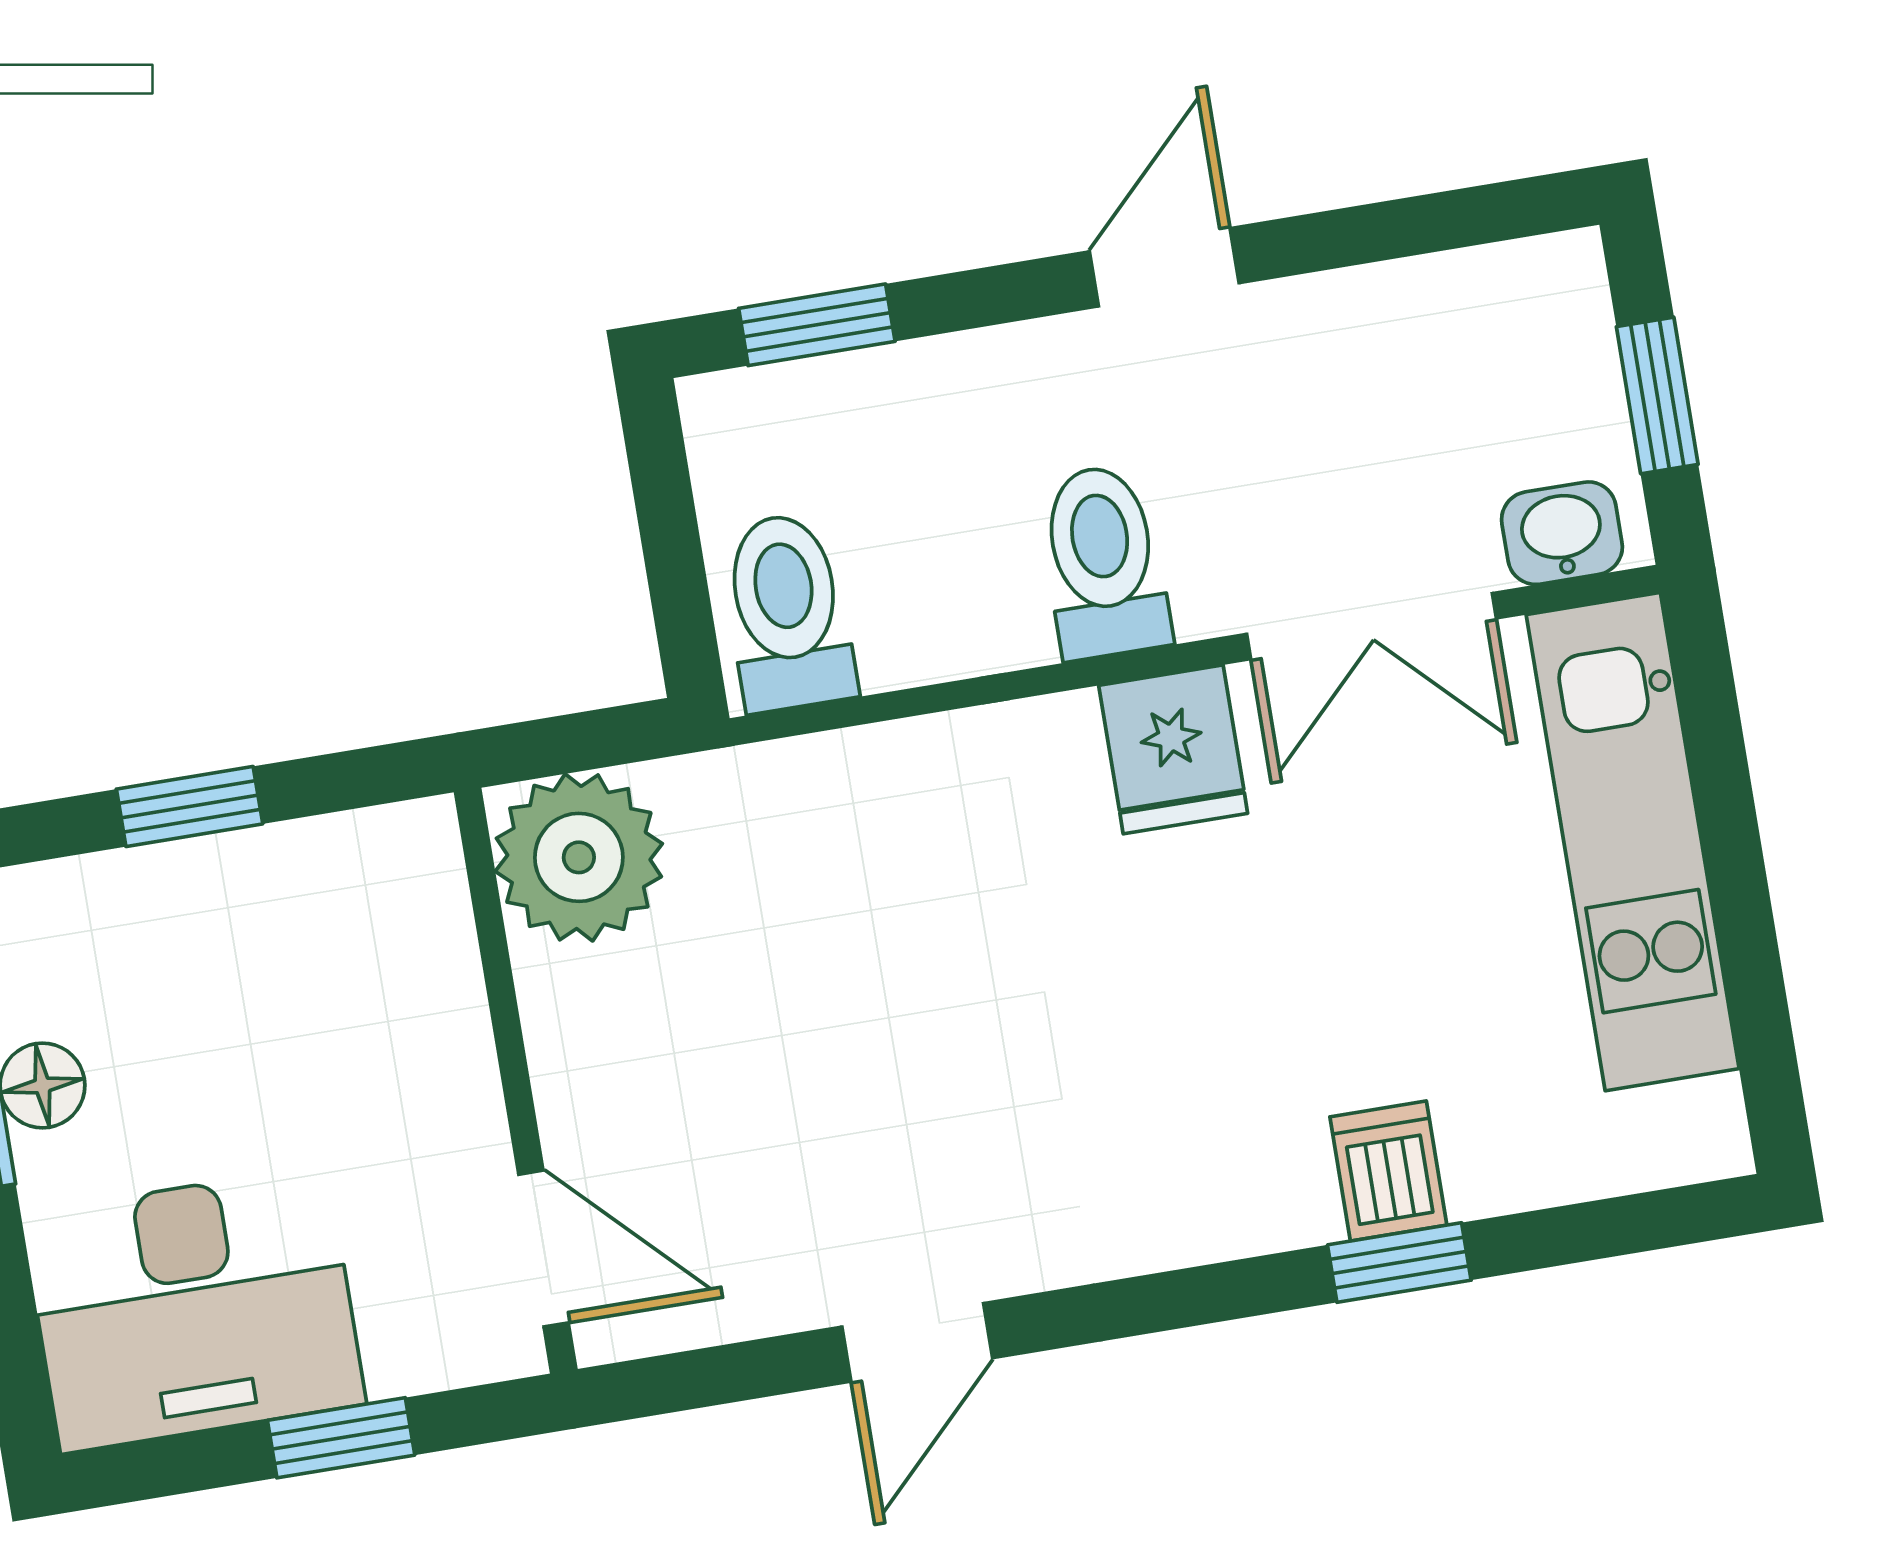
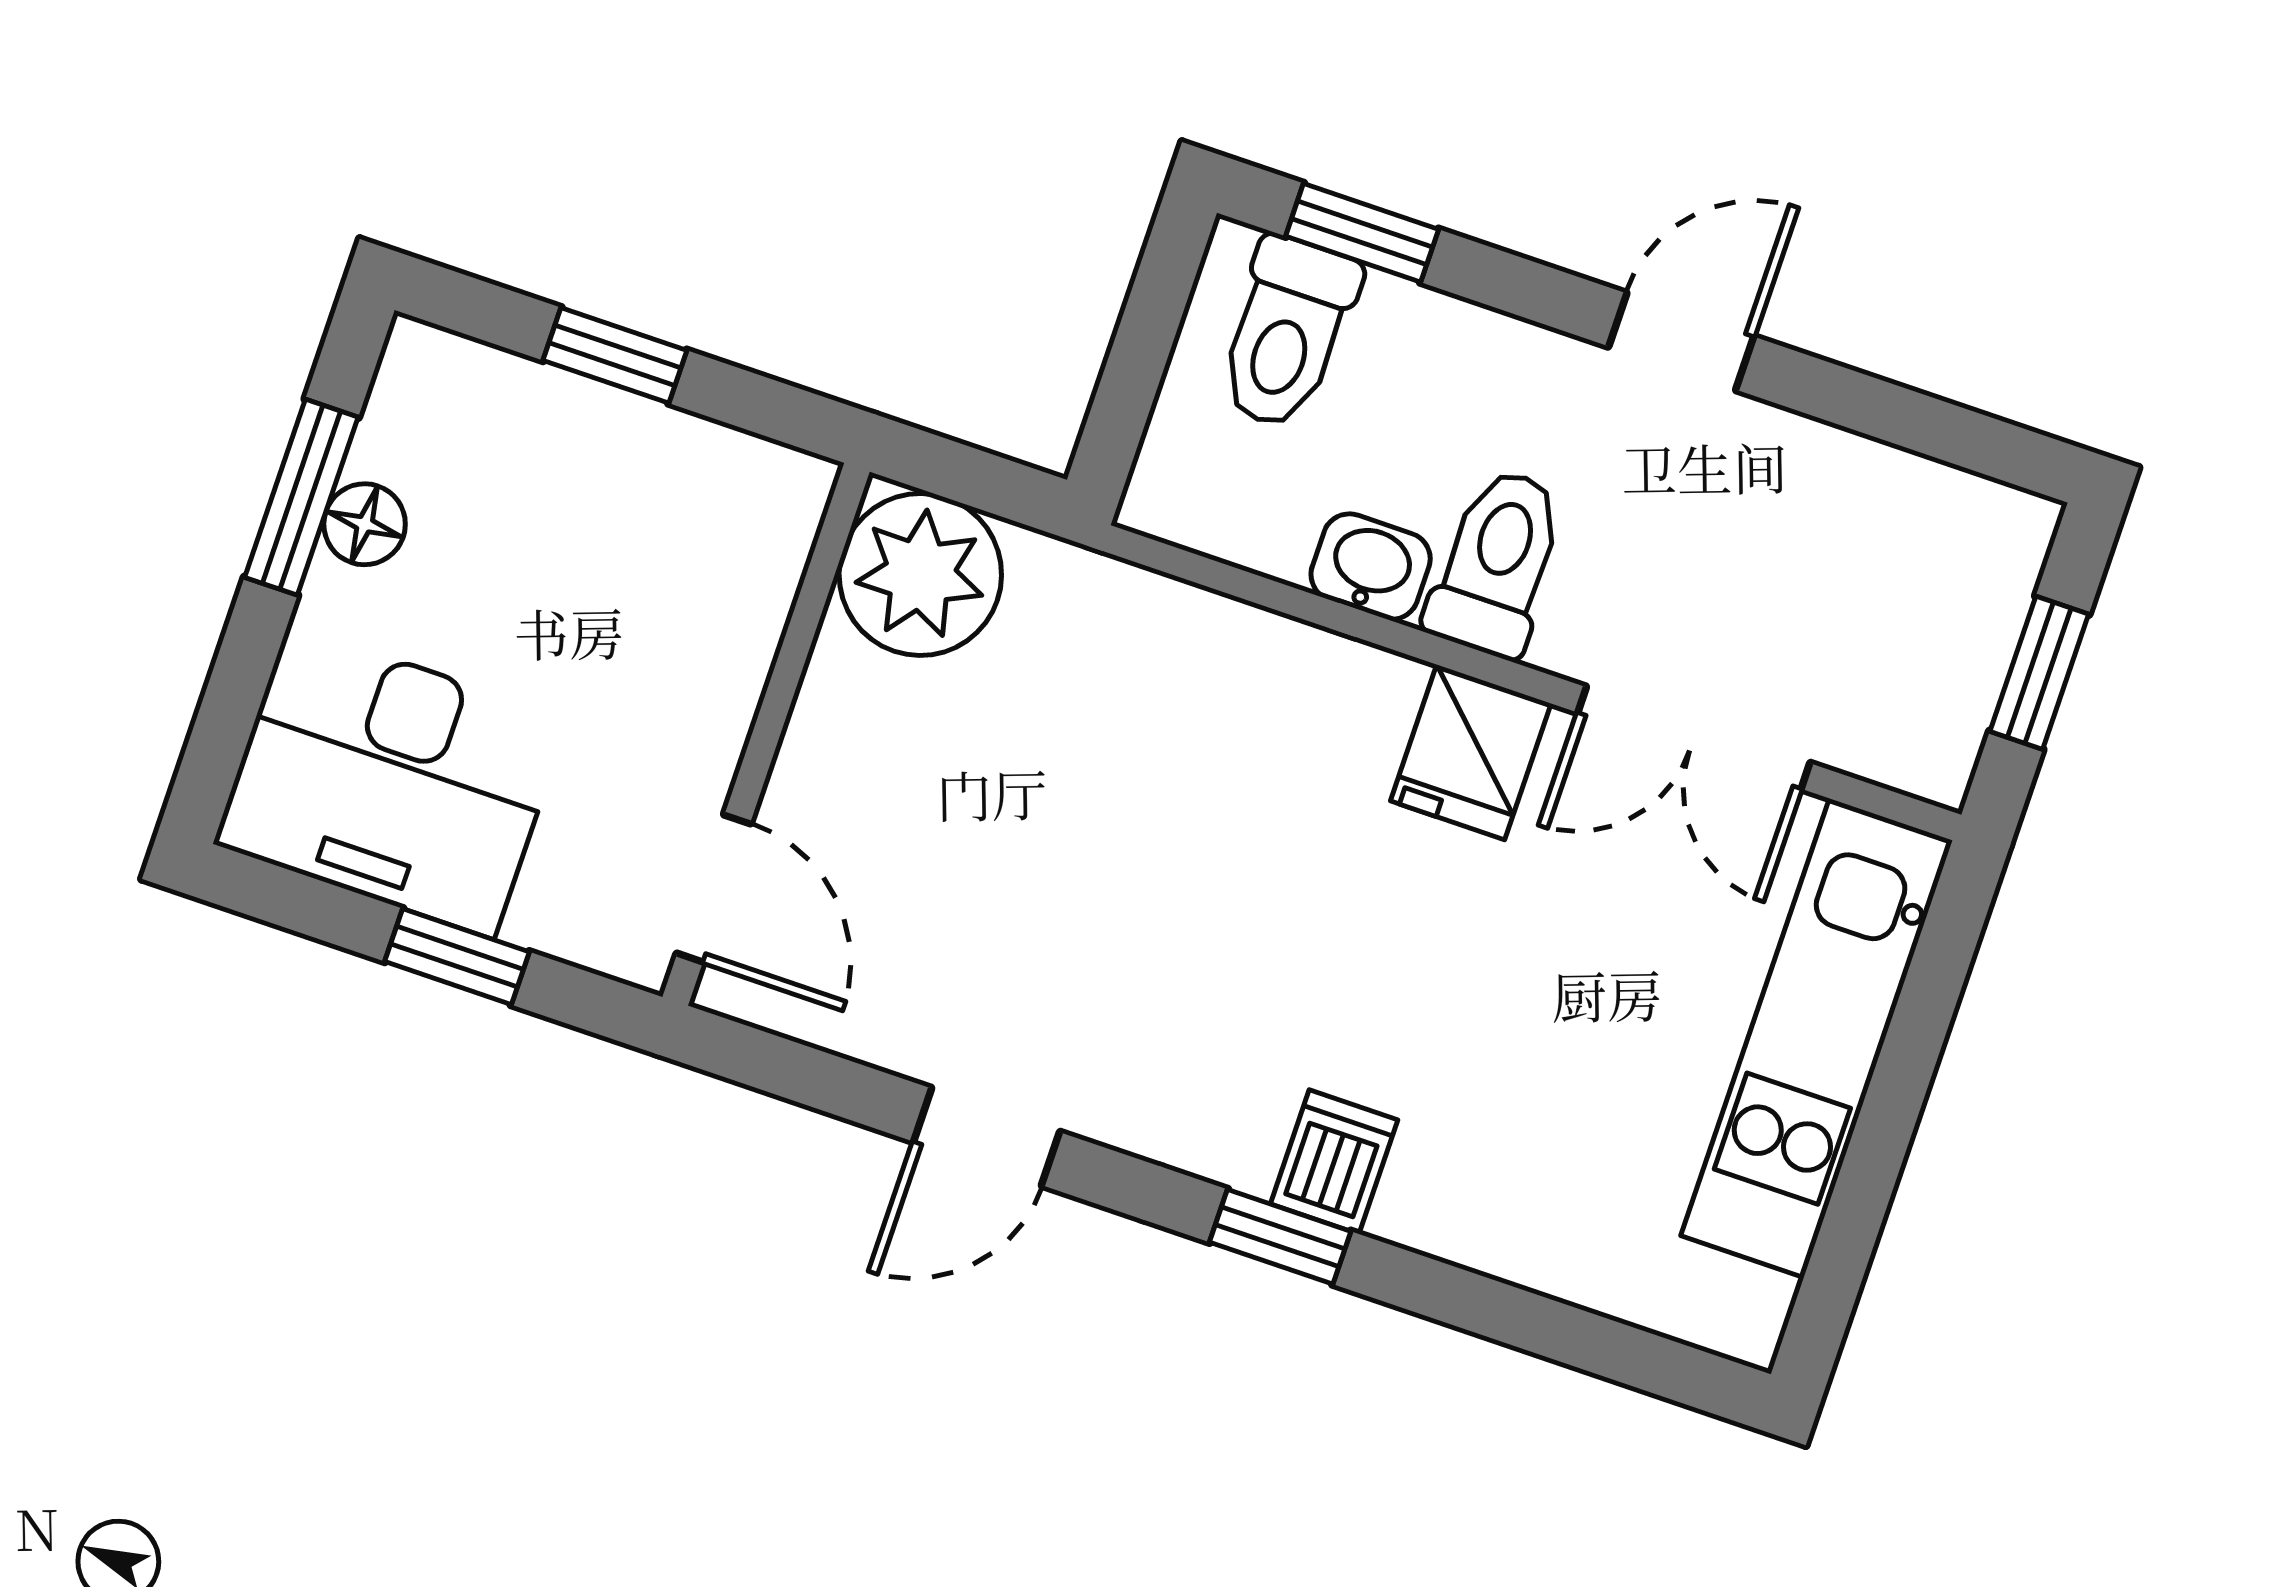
washbasin: (1562, 533) -> (1371, 567), moved
toilet: (788, 612) -> (1287, 333), moved, turned 180
dishwasher: (1388, 1171) -> (1334, 1162), moved
window: (1399, 1263) -> (1280, 1237), moved

